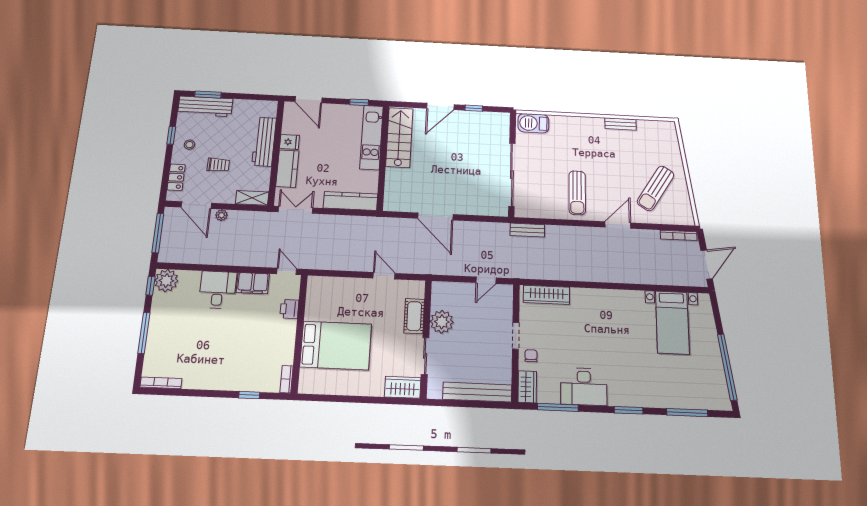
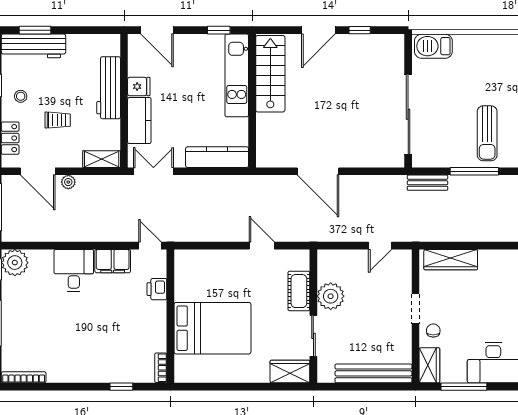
window: (567, 223) -> (474, 171), added

